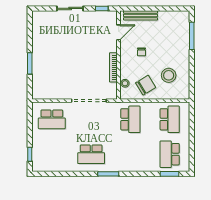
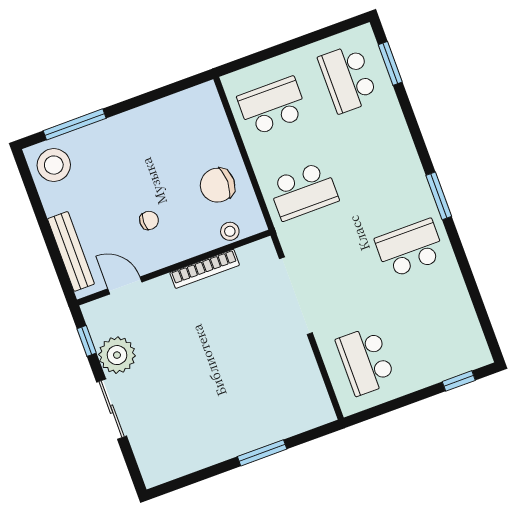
plant: (91, 19) -> (117, 355), added
stool: (169, 75) -> (54, 165), moved
chair: (146, 85) -> (218, 185), turned -58
school desk: (52, 119) -> (366, 361), turned 180
school desk: (130, 119) -> (303, 191), turned 180
school desk: (91, 154) -> (410, 248), turned -90
school desk: (170, 154) -> (348, 79), turned 90

